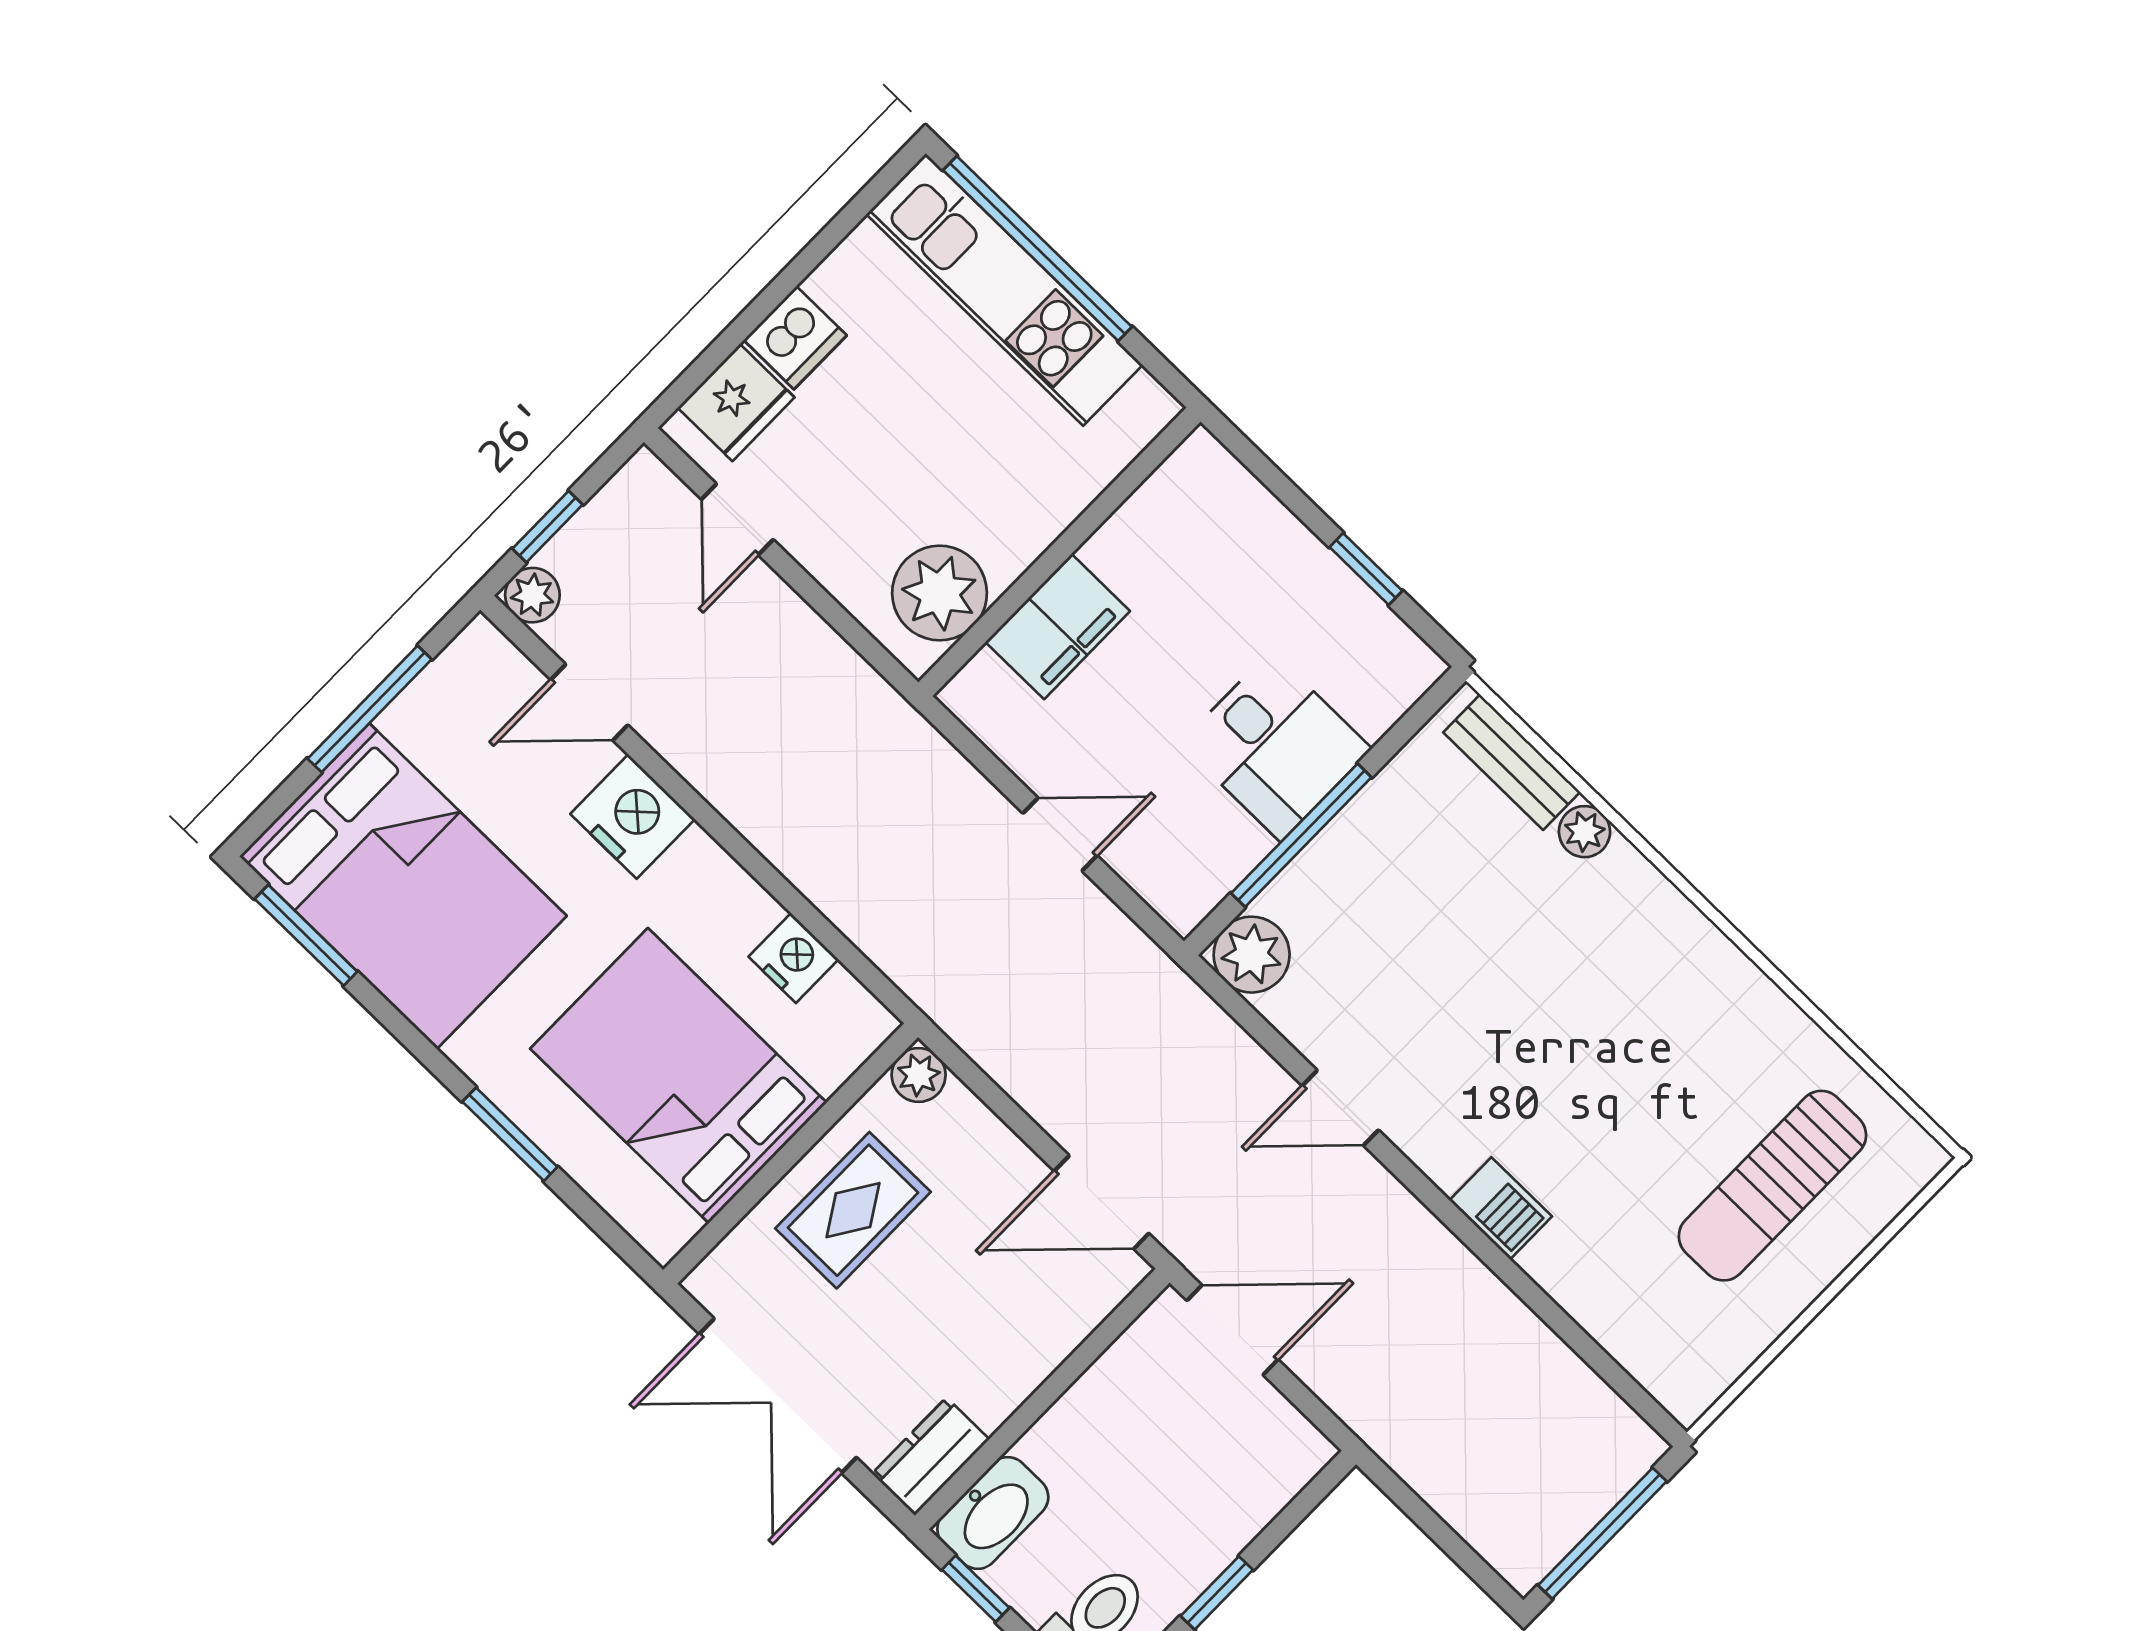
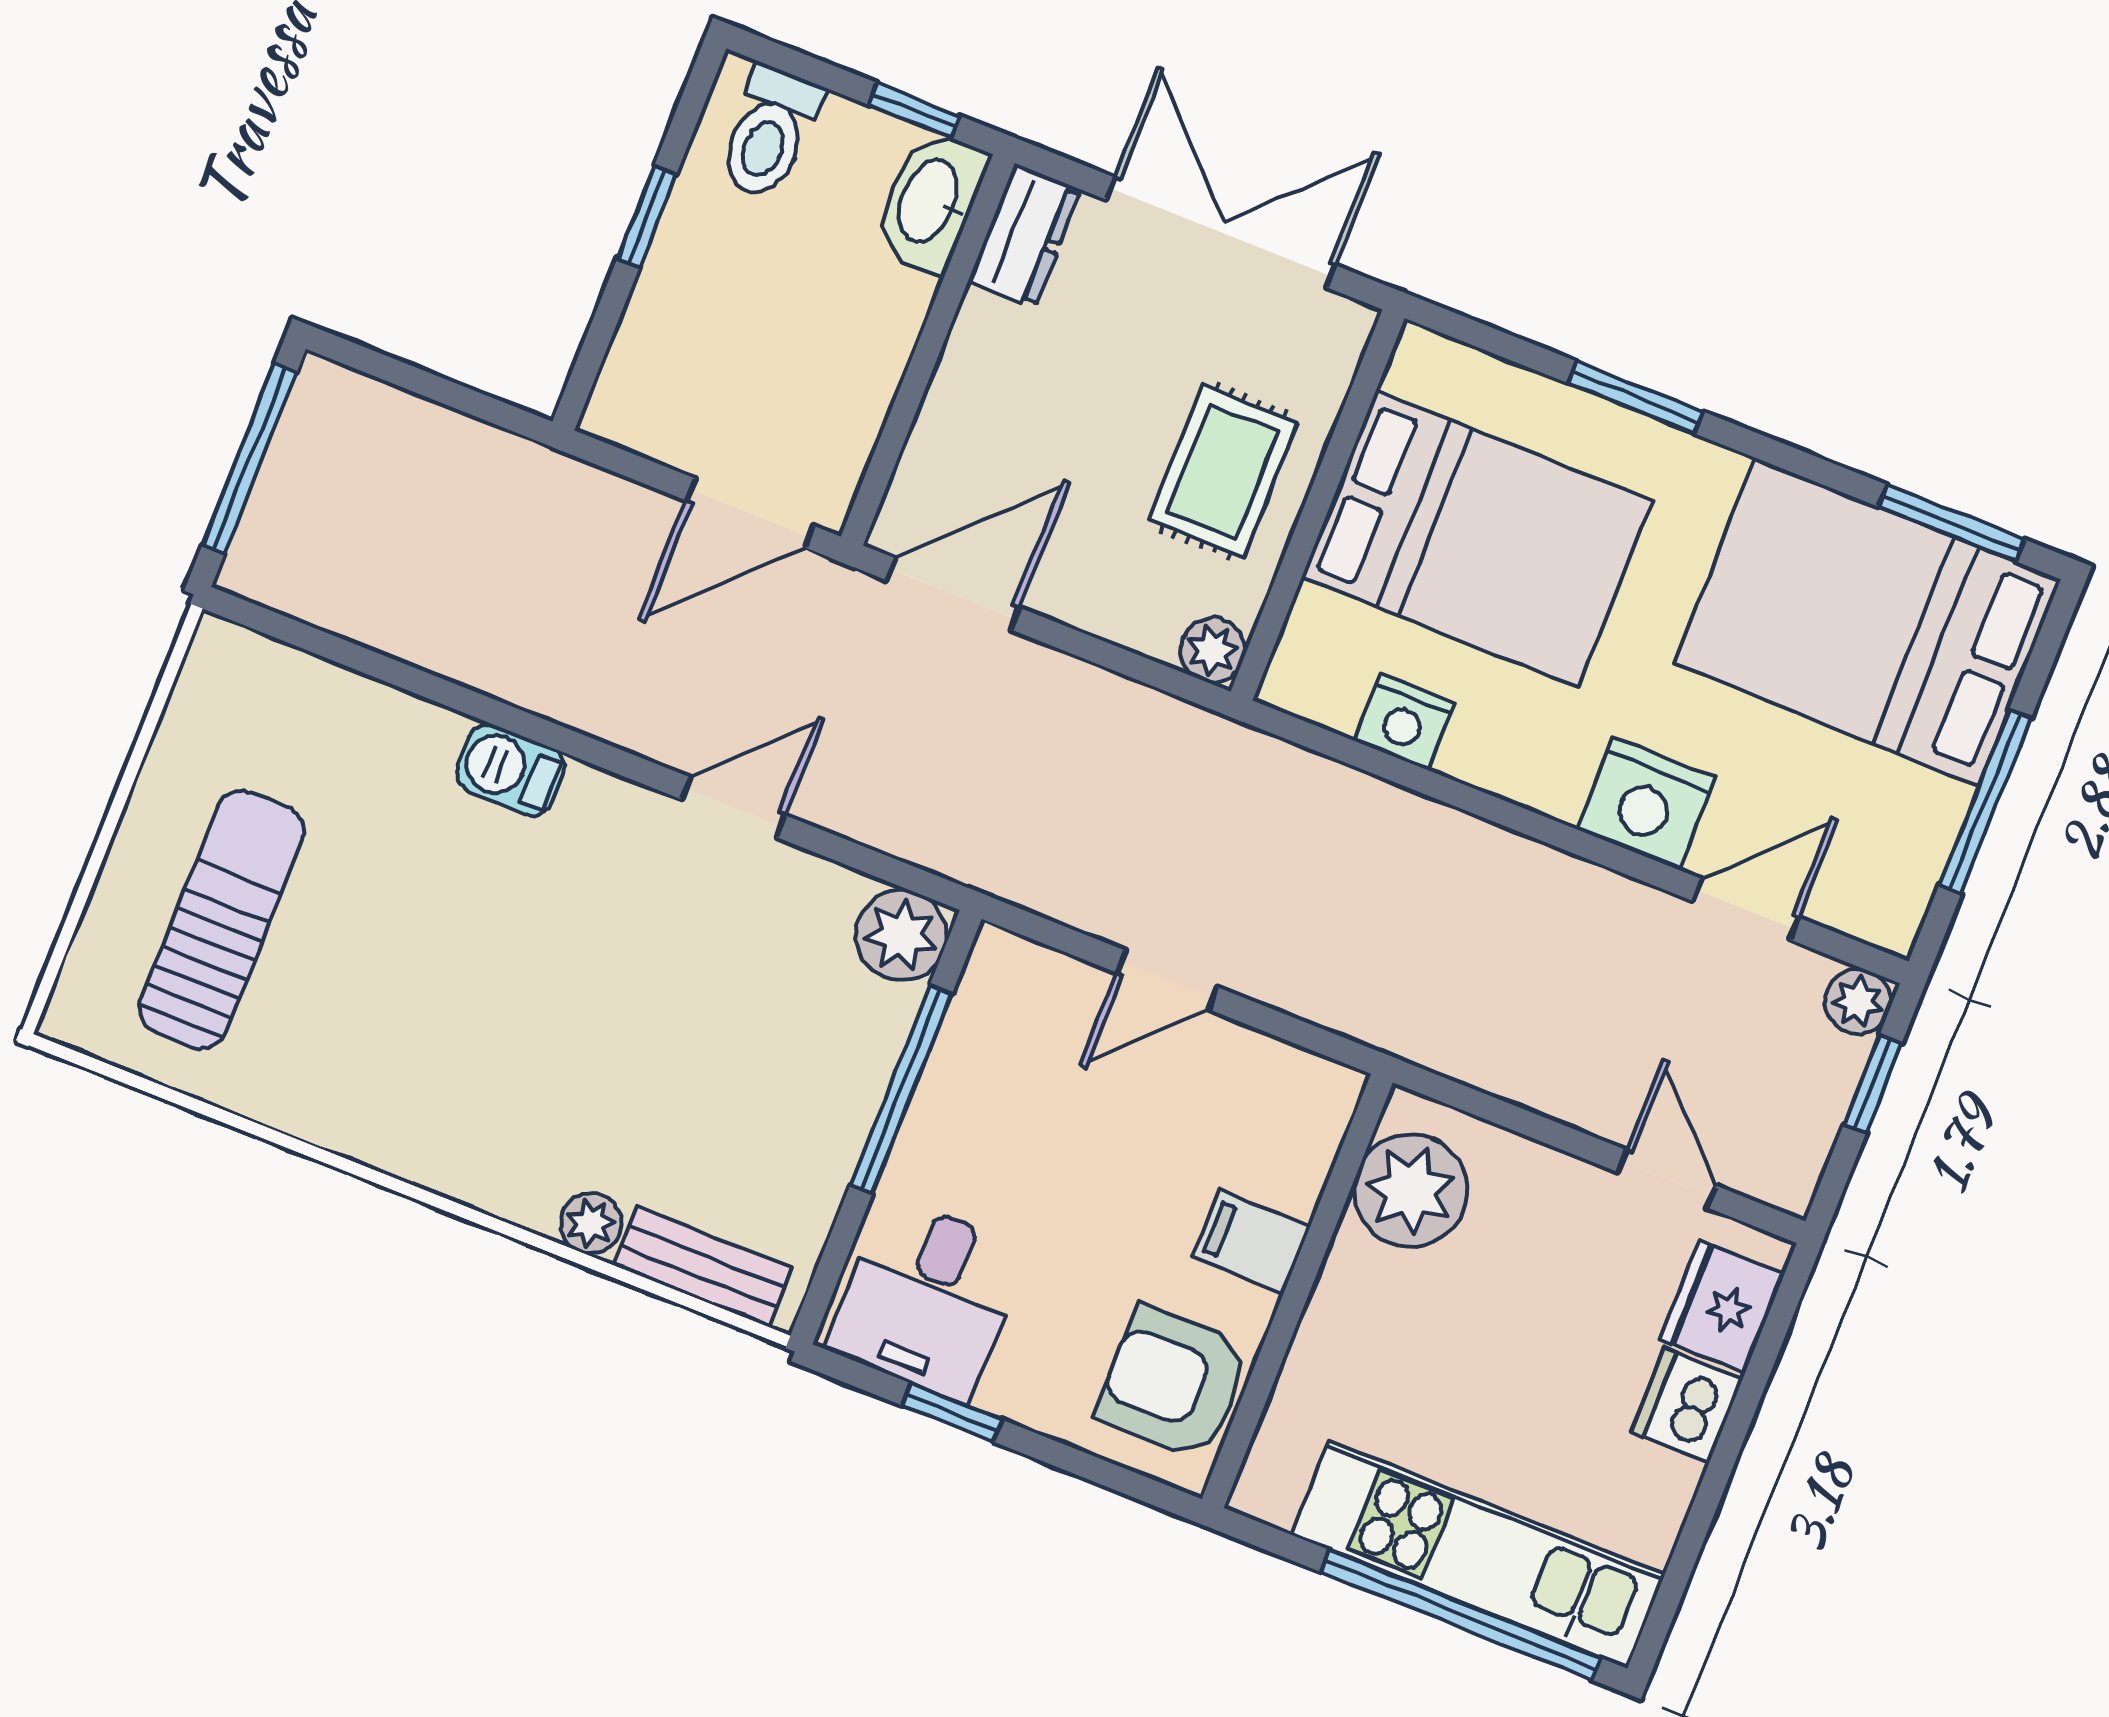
armchair: (1185, 521) -> (1173, 1383), added
filing cabinet: (1058, 627) -> (1252, 1242), width x0.50
desk: (1276, 746) -> (927, 1299), moved, turned -90

